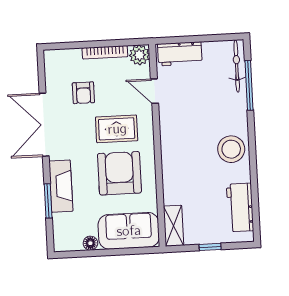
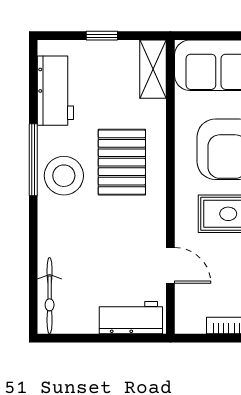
plant: (139, 55) -> (190, 319), removed
window: (249, 85) -> (33, 160), moved
pallet: (192, 161) -> (122, 162), added

